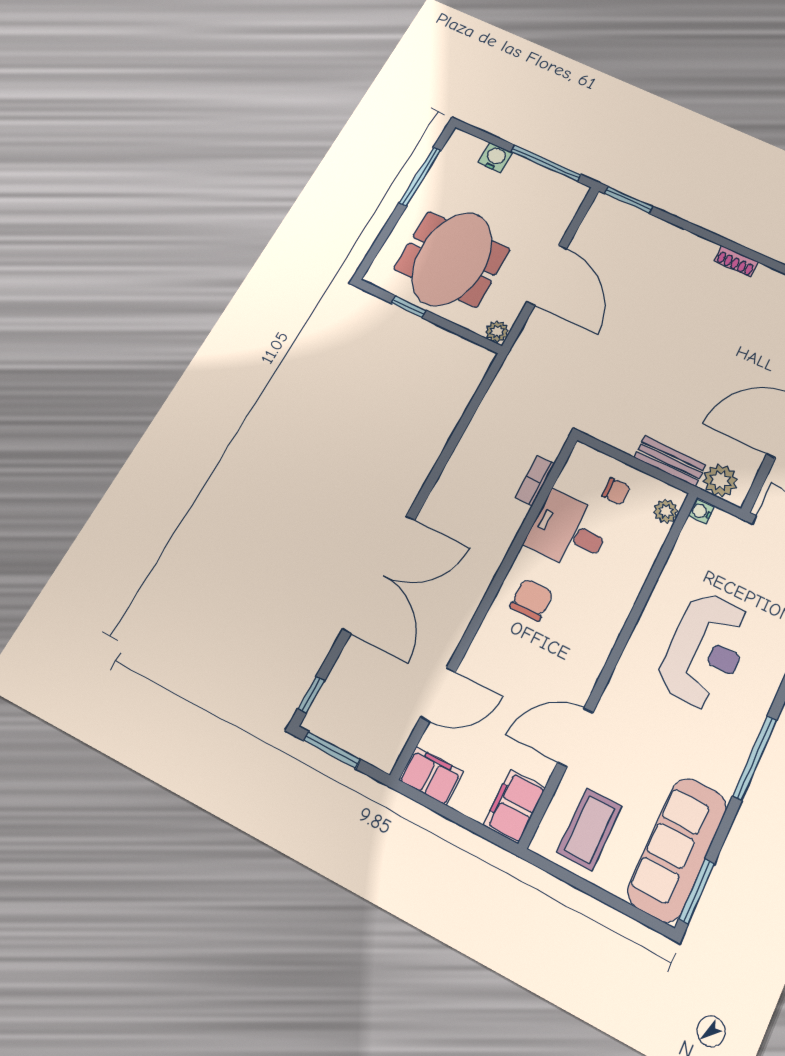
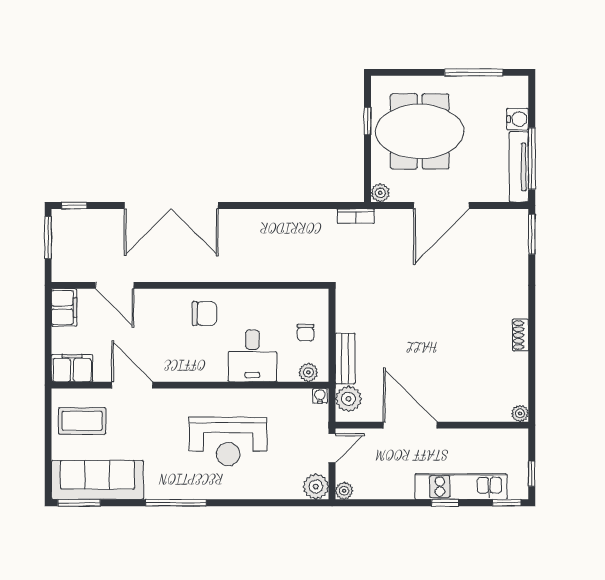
tv unit: (548, 179) -> (519, 167), added
bookcase: (535, 481) -> (356, 216), moved, turned 180
desk: (569, 531) -> (252, 356), moved, turned 180

